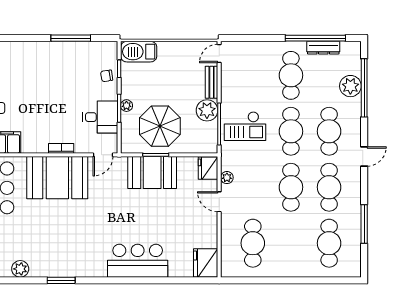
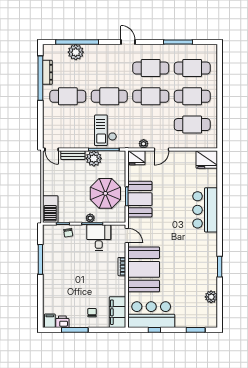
checkout: (245, 126) -> (105, 130), turned 180
cafe table: (329, 131) -> (192, 96), moved

